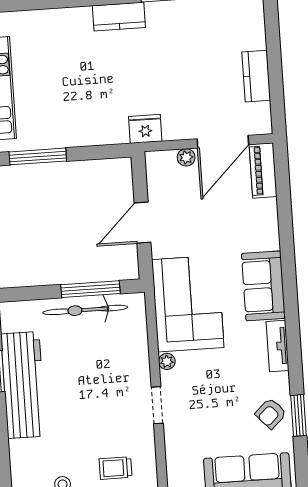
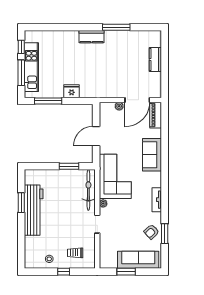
kitchen counter: (256, 76) -> (155, 59), moved
fridge: (145, 129) -> (72, 91), moved
sofa: (263, 286) -> (152, 155), moved
window: (90, 289) -> (69, 166), width x0.69
bicycle: (85, 310) -> (88, 190), moved, turned 90

